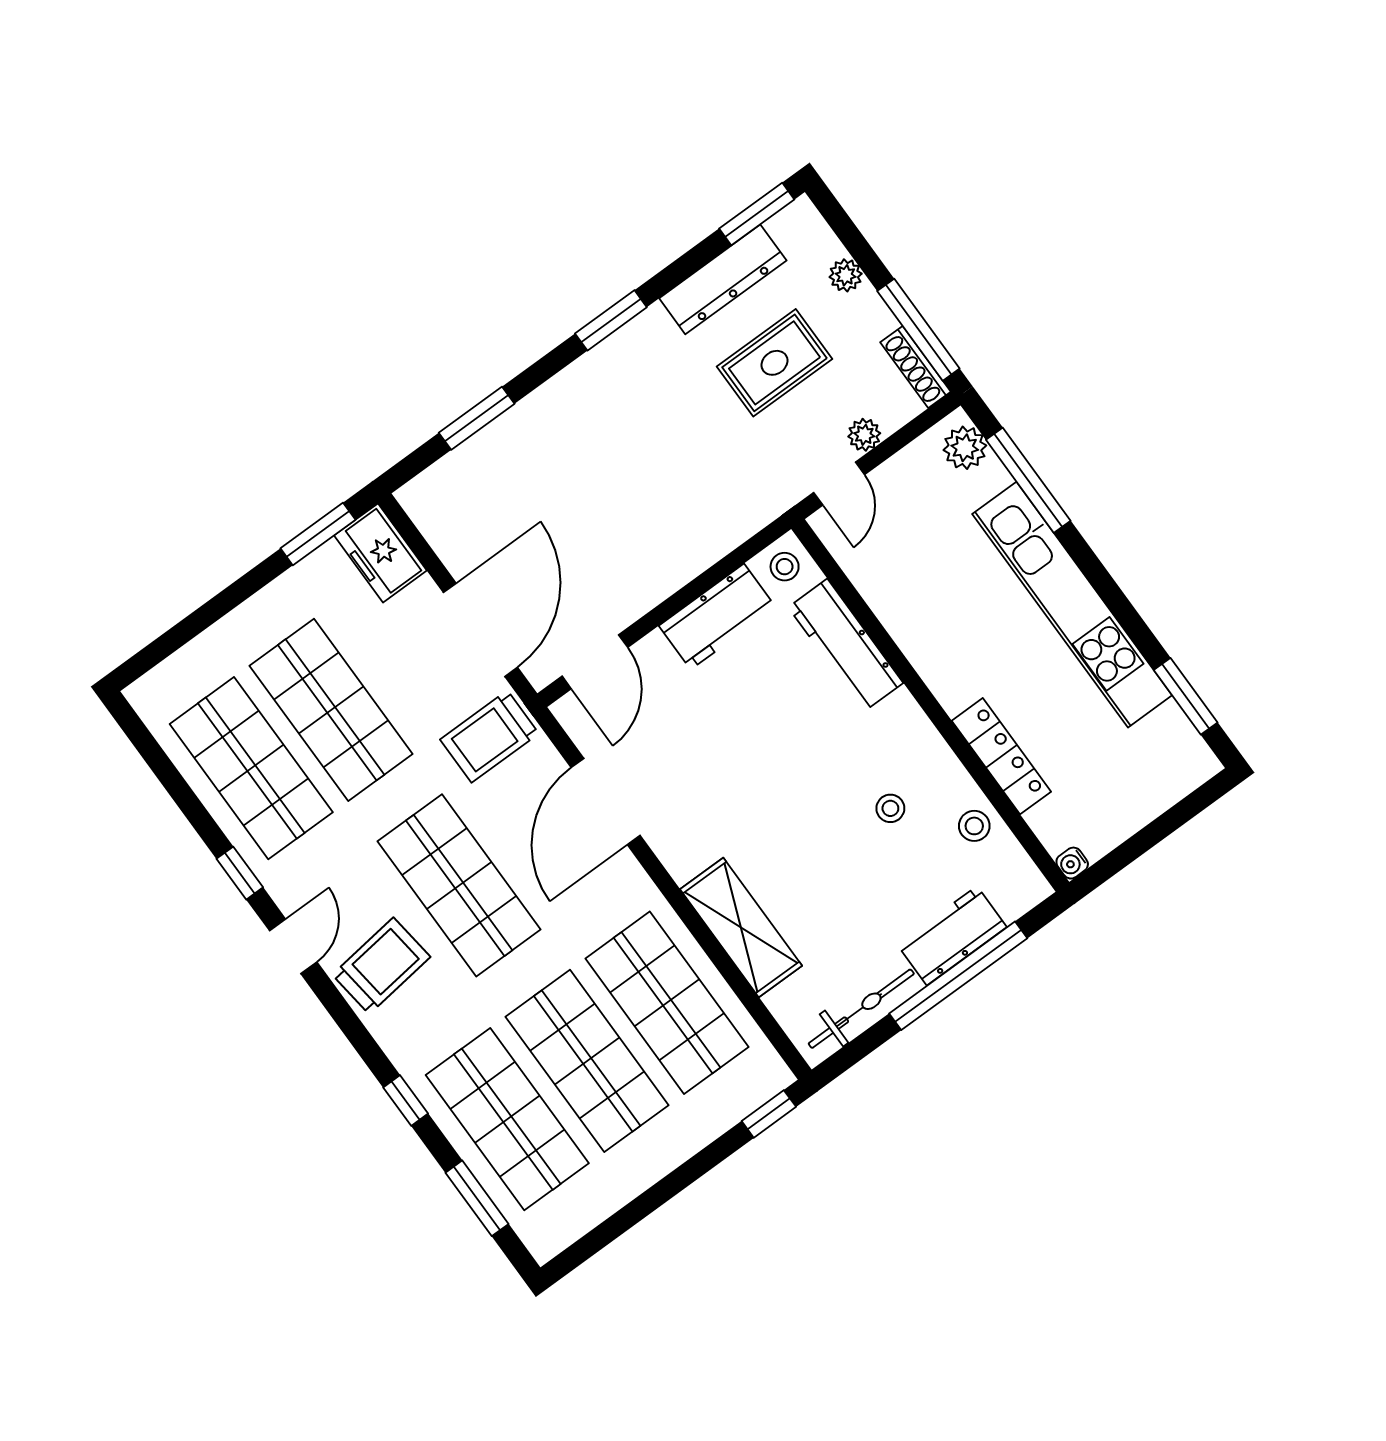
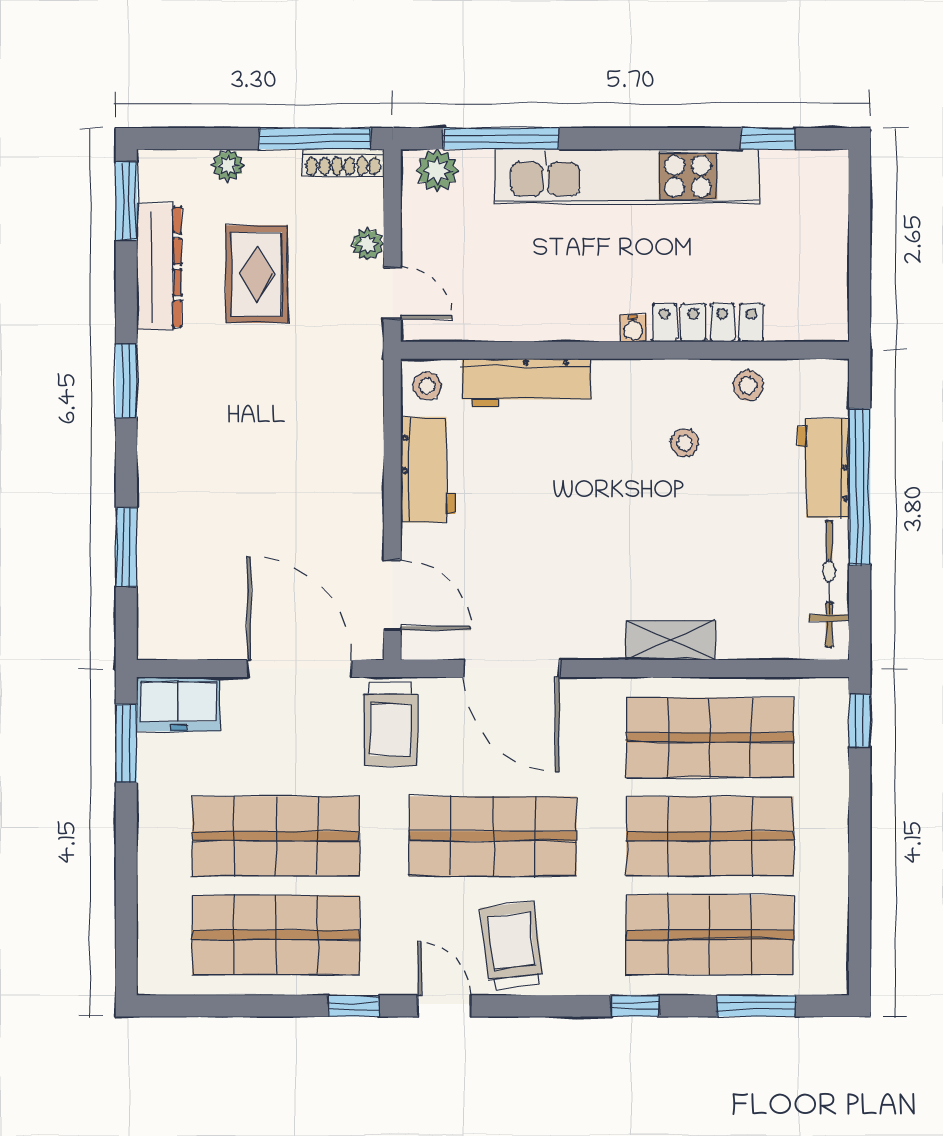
window: (1186, 696) -> (768, 139), width x0.67
water cooler: (1072, 863) -> (633, 328), moved
shelving: (741, 928) -> (670, 640), width x0.67, depth x0.75

